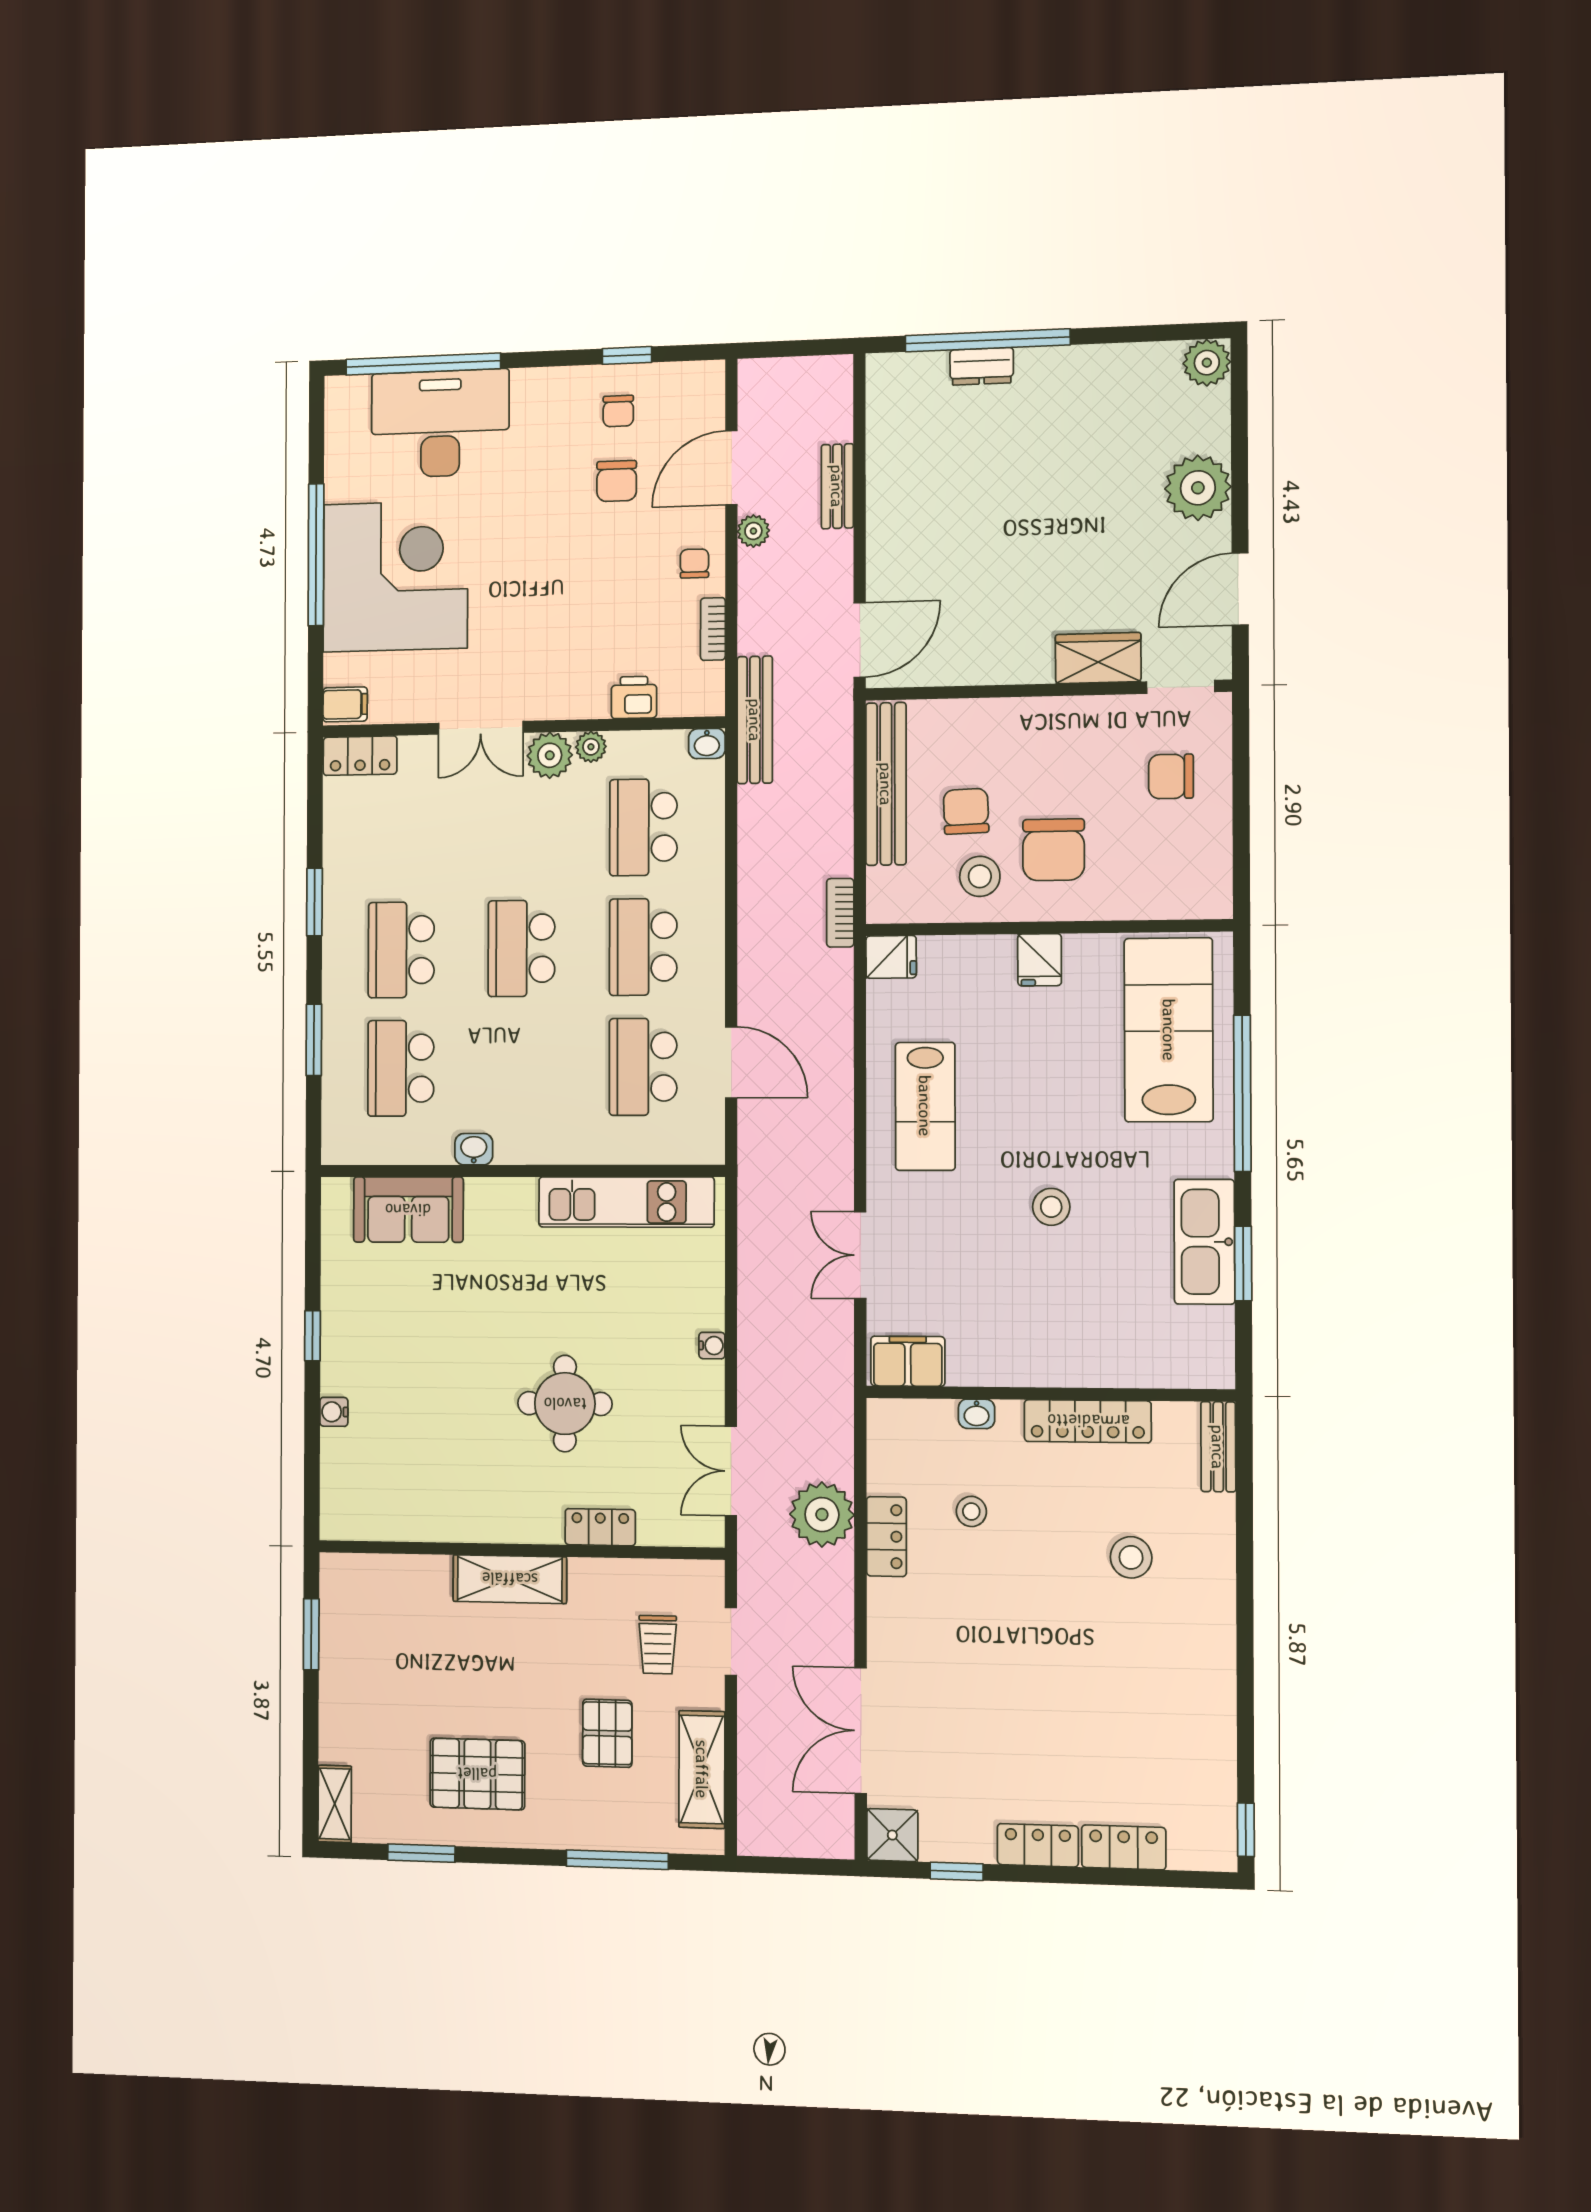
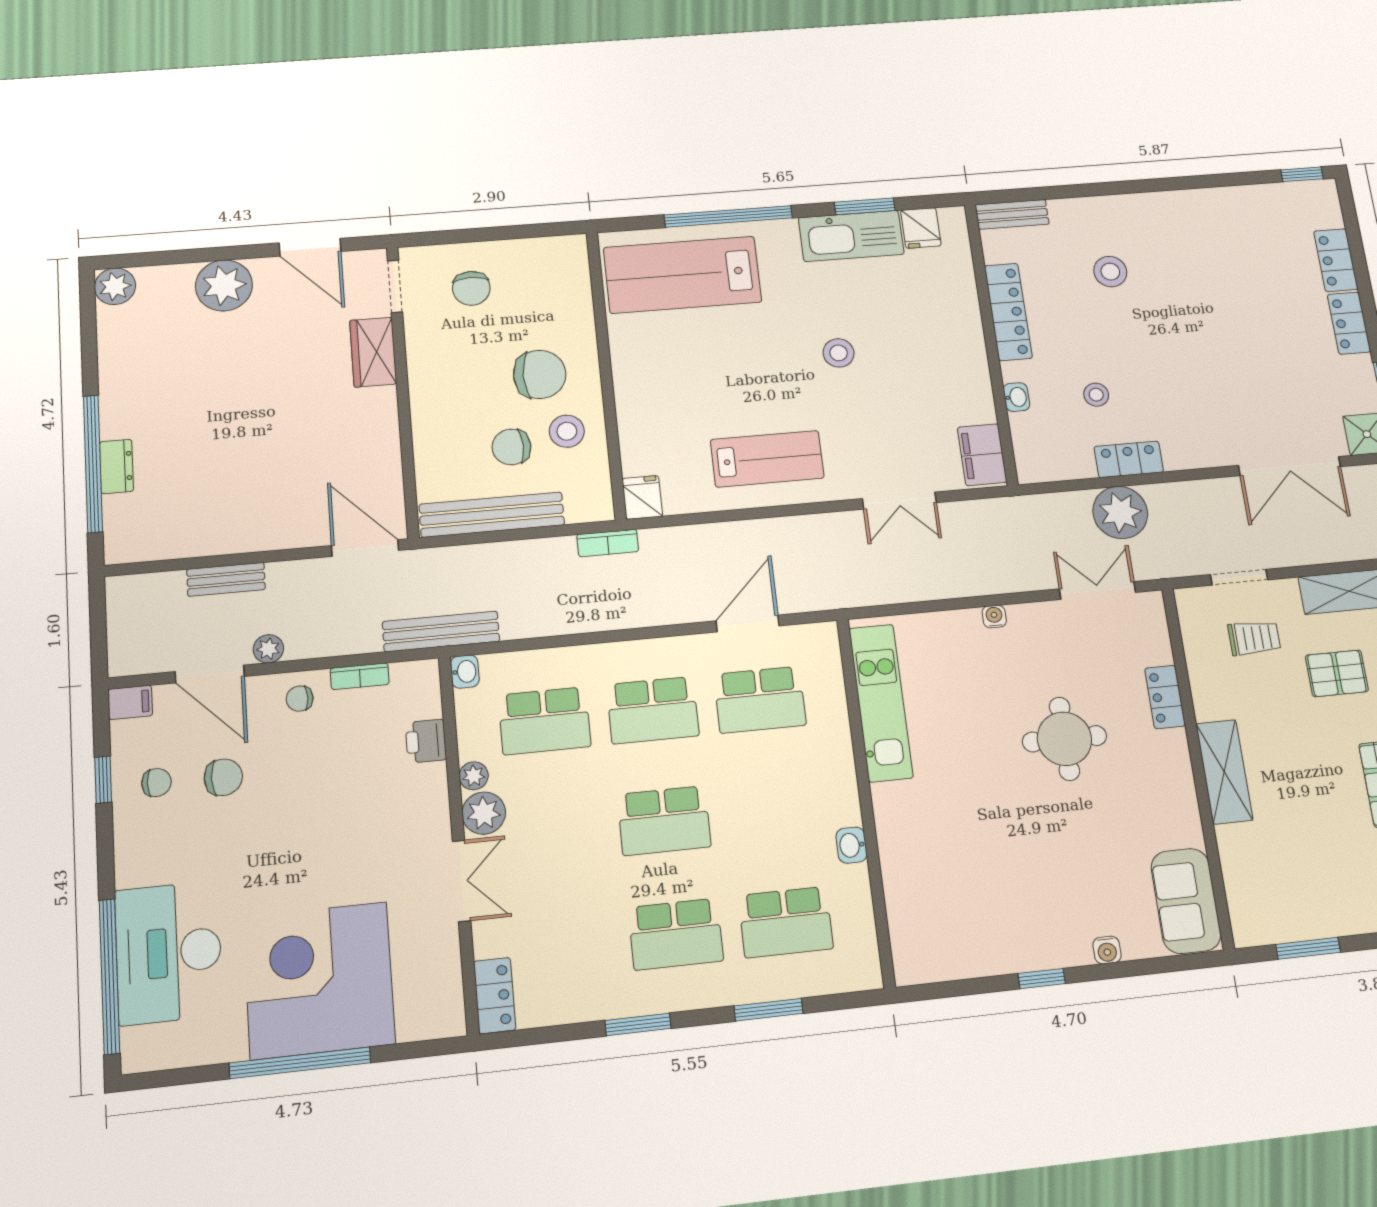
filing cabinet: (345, 704) -> (130, 702), moved, turned 90
fridge: (1040, 960) -> (921, 228), moved, turned 90
sofa: (408, 1210) -> (1186, 901), moved, turned 180
double door: (731, 1471) -> (1097, 591), swing flipped

